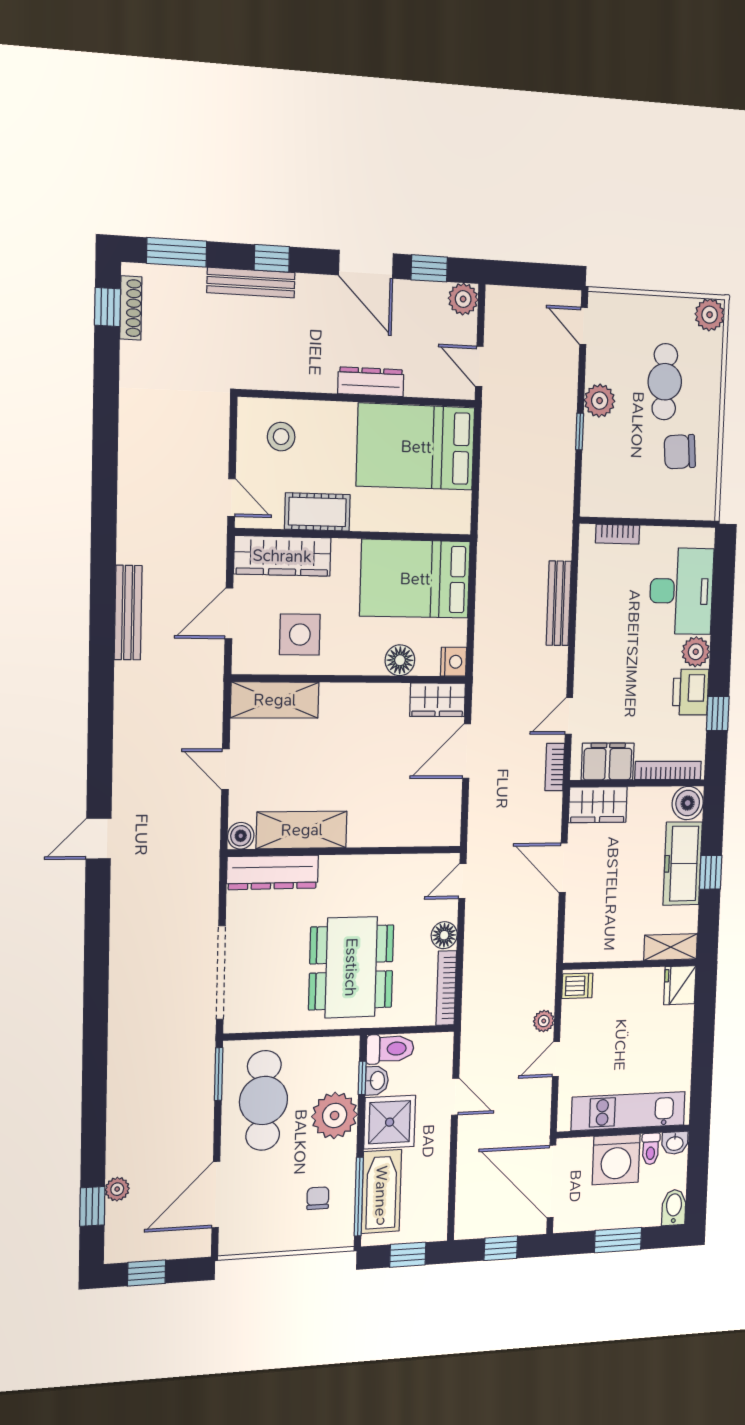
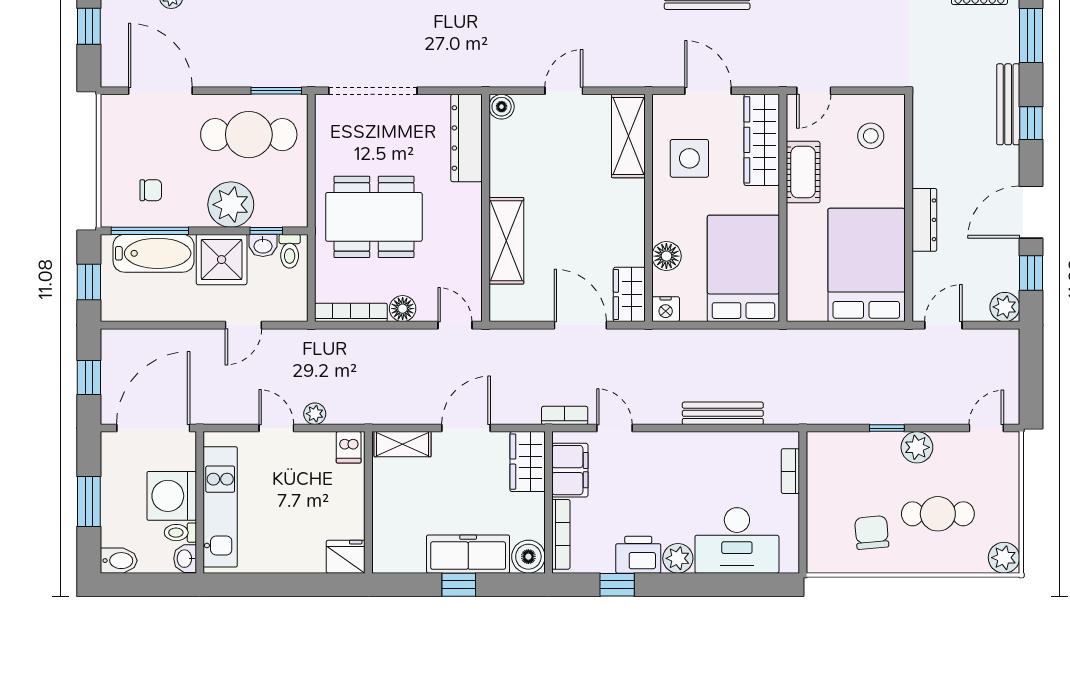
shelving: (302, 830) -> (506, 241), moved
shelving: (671, 947) -> (402, 444), moved, turned 90
toilet: (390, 1049) -> (290, 251), width x0.73, depth x0.72

